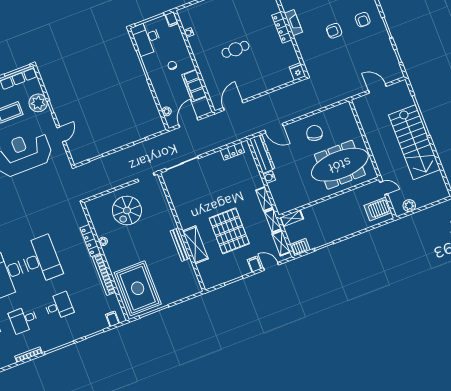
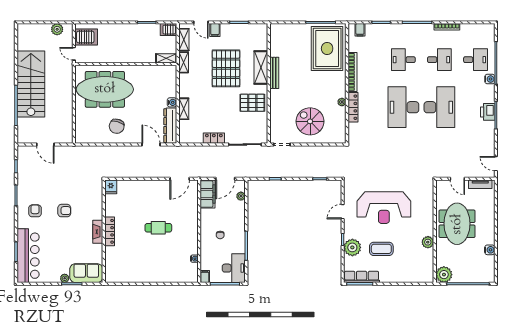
filing cabinet: (194, 86) -> (208, 194), moved
locker: (232, 151) -> (214, 138), moved
shelving: (264, 199) -> (184, 109), moved
pallet: (191, 207) -> (252, 103), added
spiral stairs: (127, 210) -> (310, 121), turned -90

